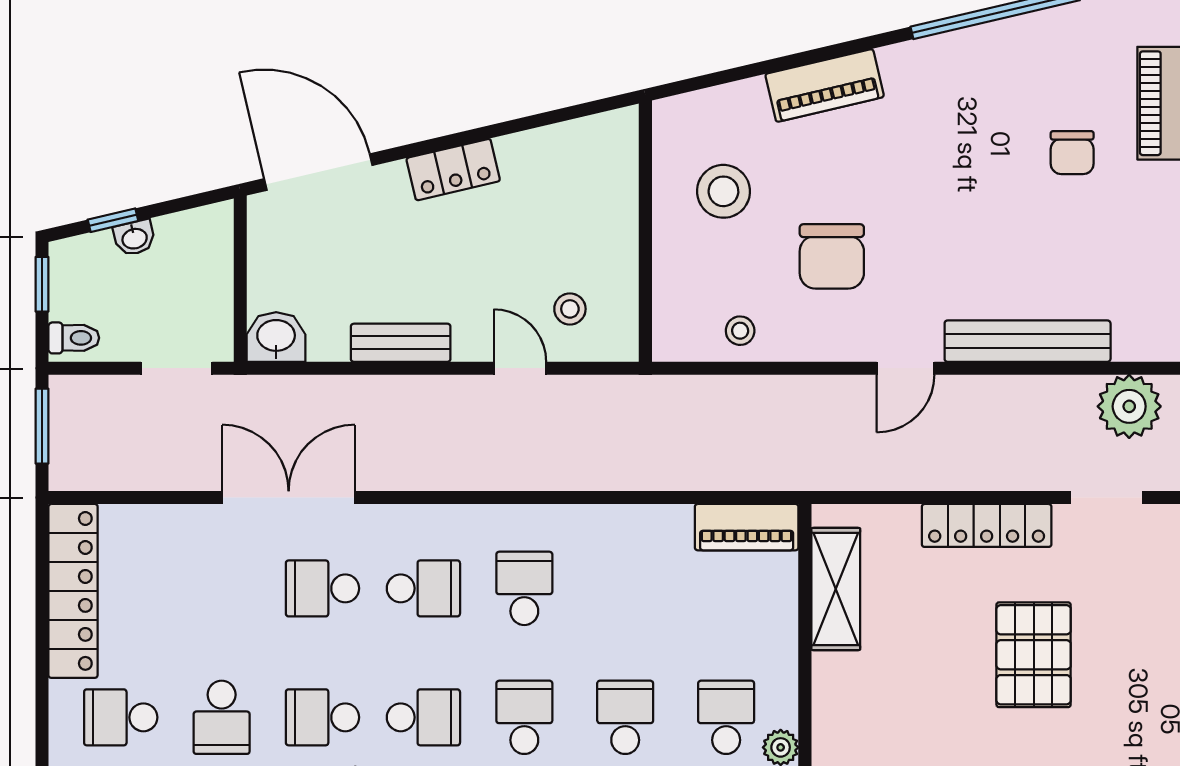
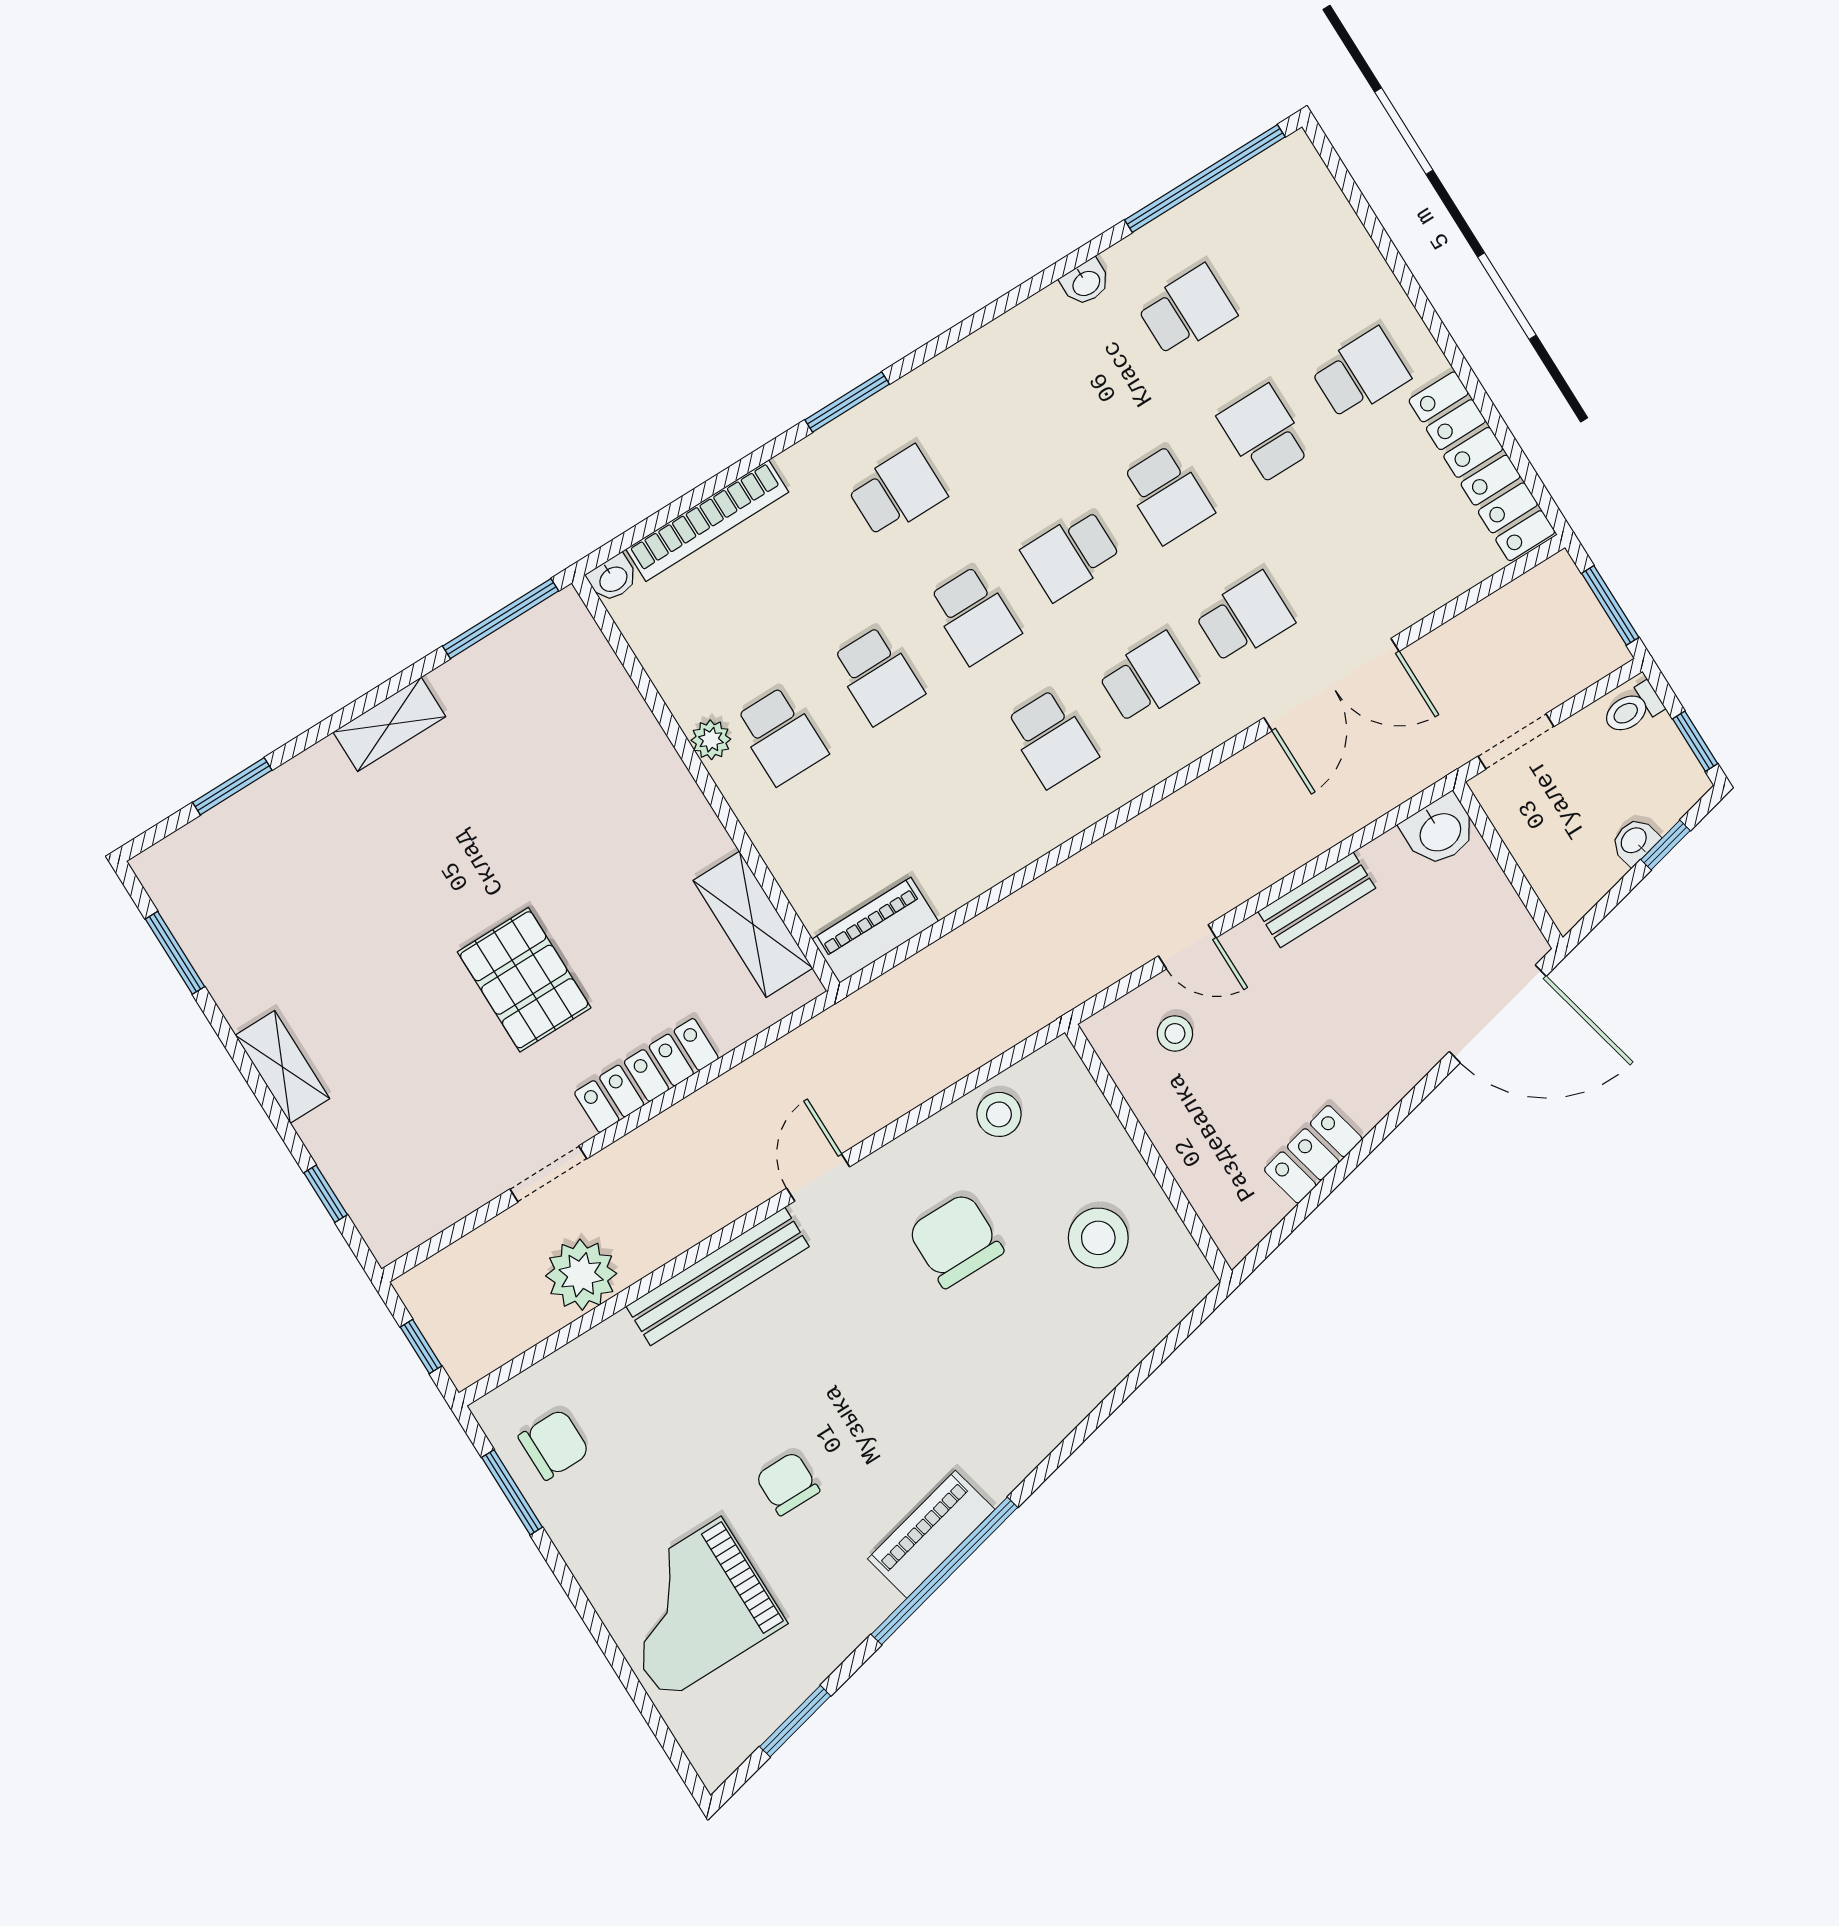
piano: (825, 85) -> (931, 1534), moved
locker: (453, 170) -> (1313, 1154), moved
stool: (740, 331) -> (999, 1114), width x1.37, depth x1.37
school desk: (423, 588) -> (1148, 678), turned 180
school desk: (322, 717) -> (1167, 494), turned 90

